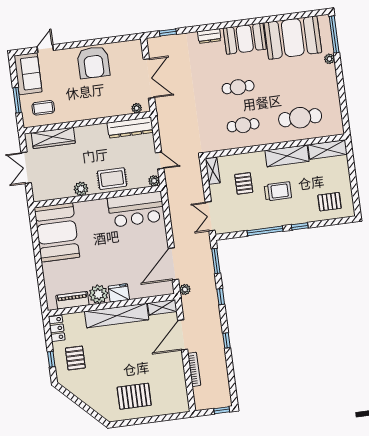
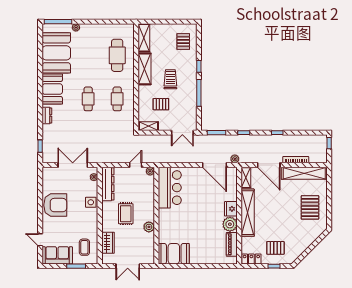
side table: (103, 108) -> (91, 202), added
wardrobe: (53, 138) -> (108, 243), width x0.67
rug: (112, 179) -> (126, 214), moved
booth: (57, 232) -> (174, 254), width x0.73, depth x0.70
shelving: (178, 383) -> (304, 173), added

